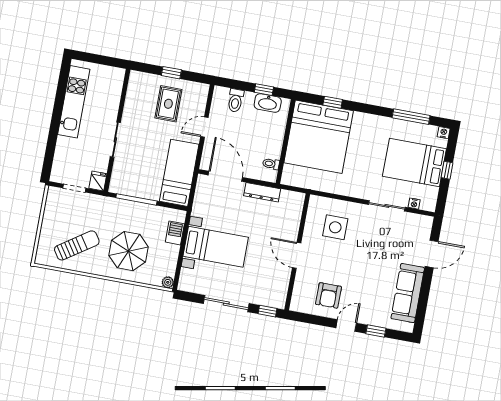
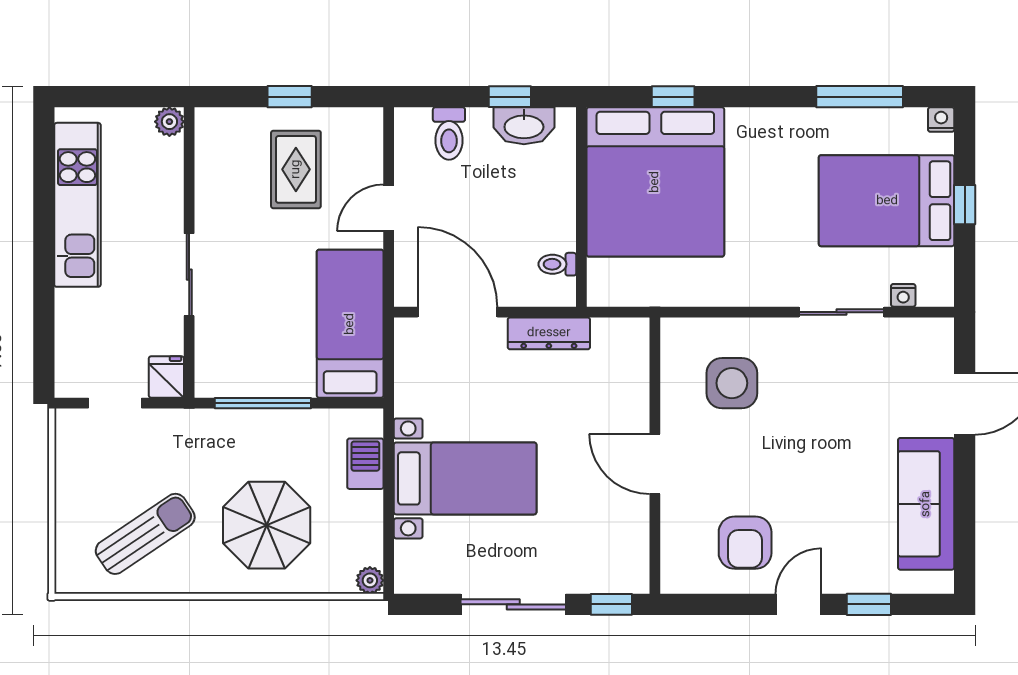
plant: (119, 74) -> (169, 122), added

